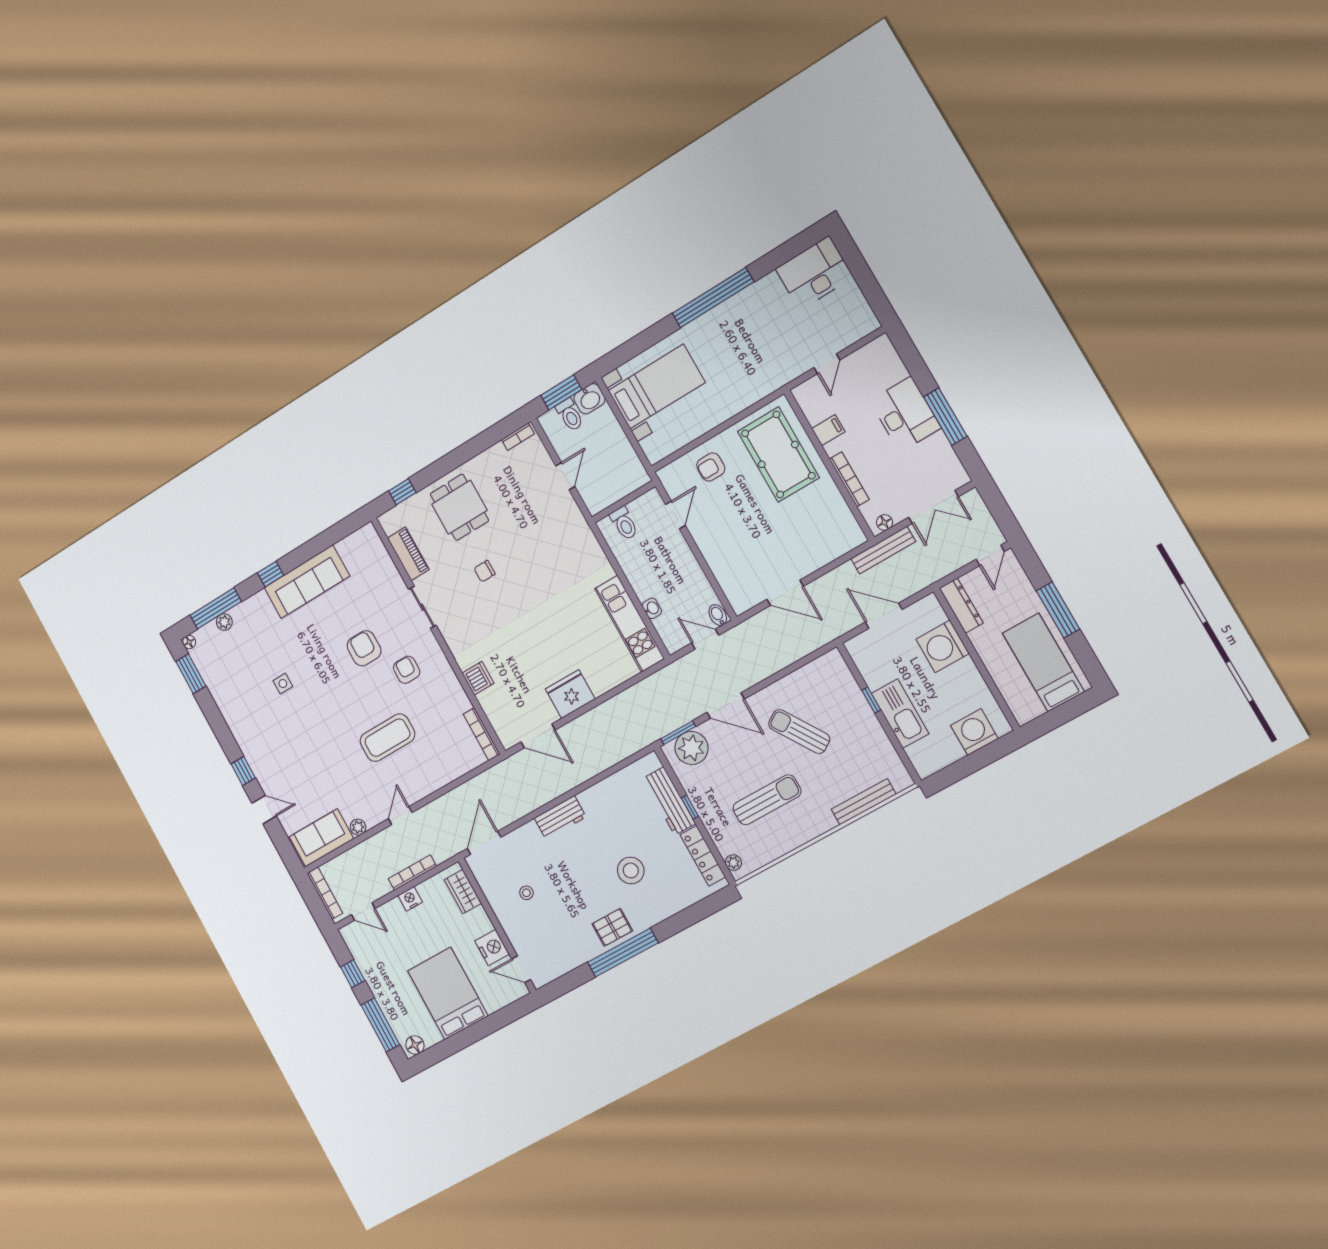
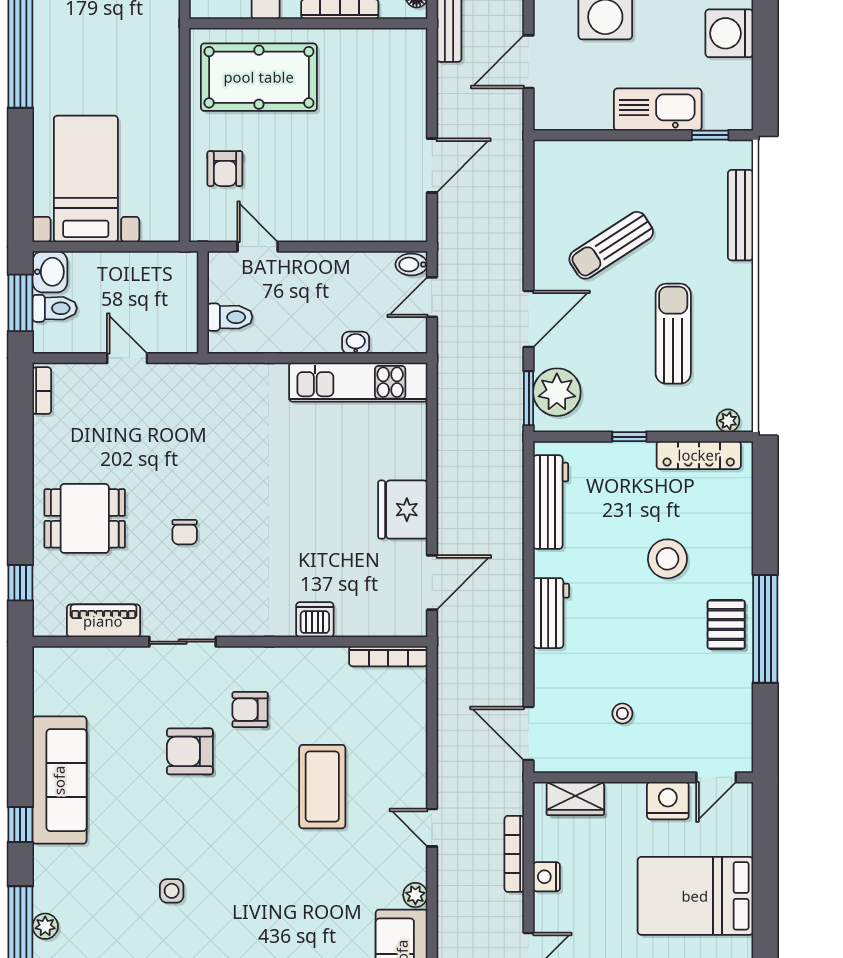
window: (871, 700) -> (710, 135), moved
workbench: (669, 801) -> (551, 502), moved, turned -90

